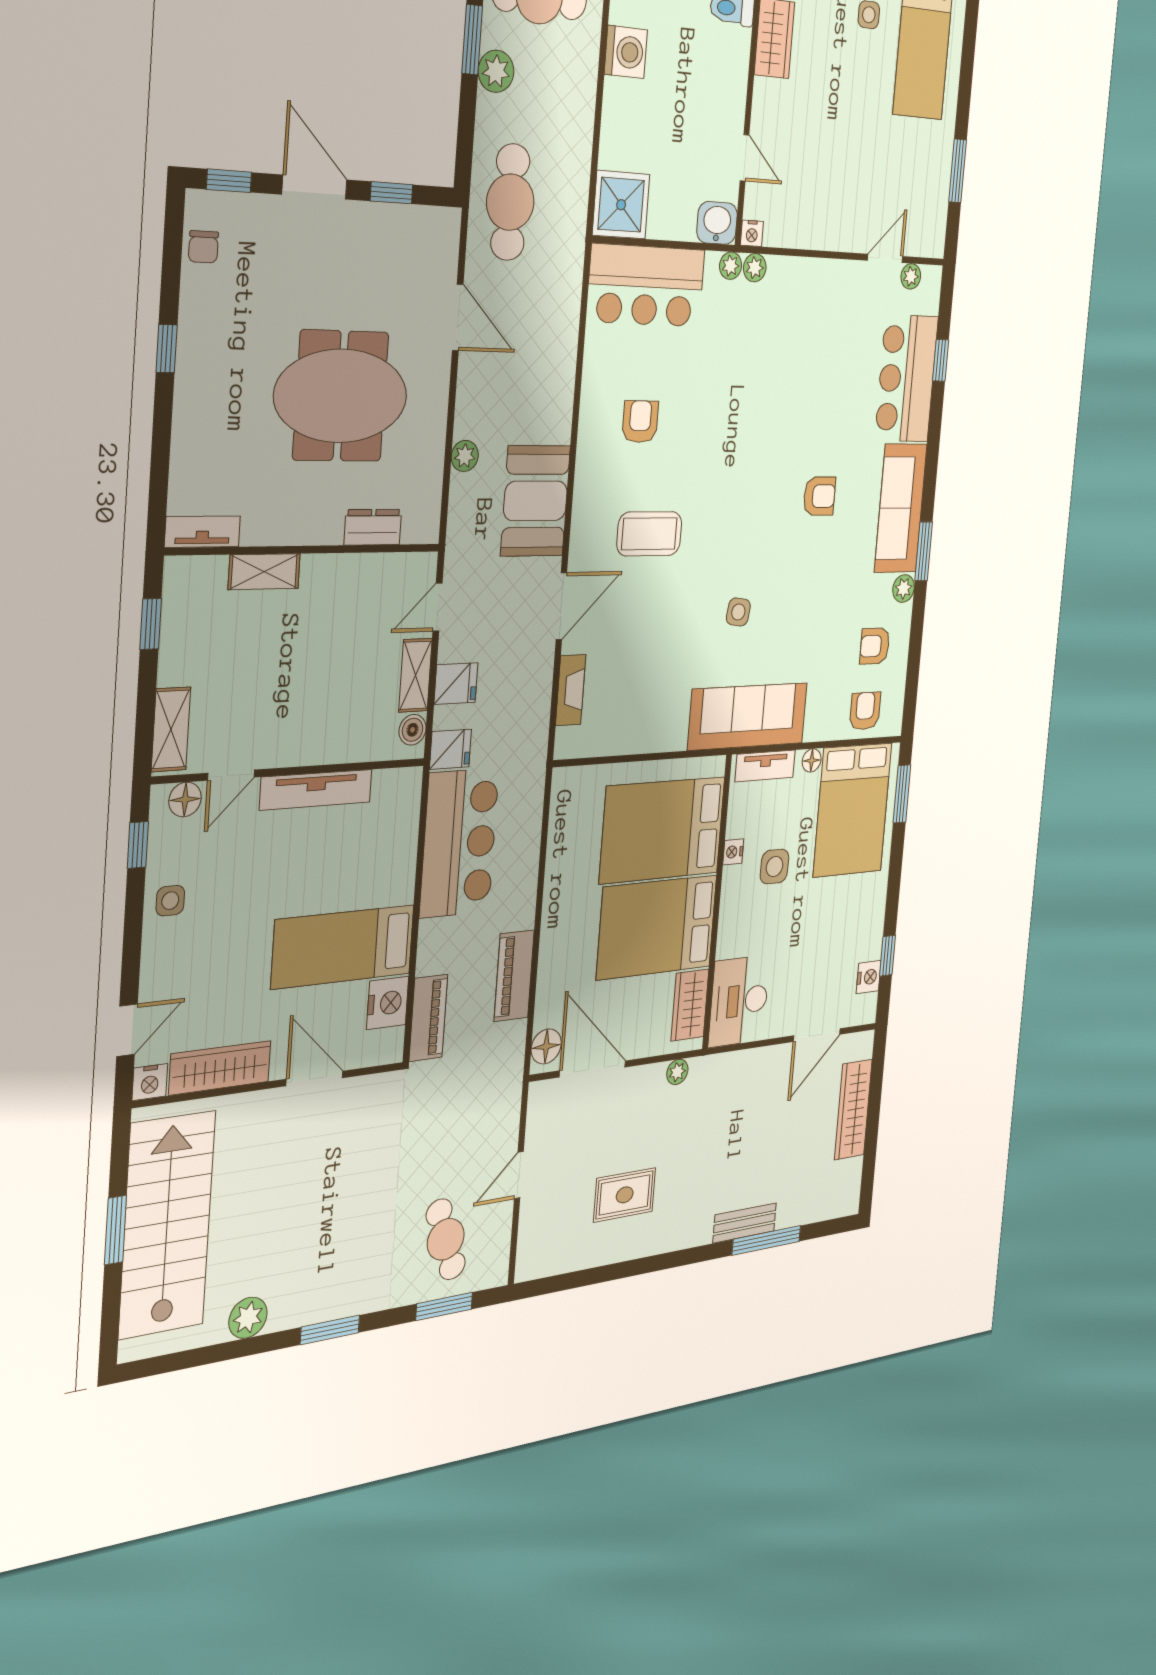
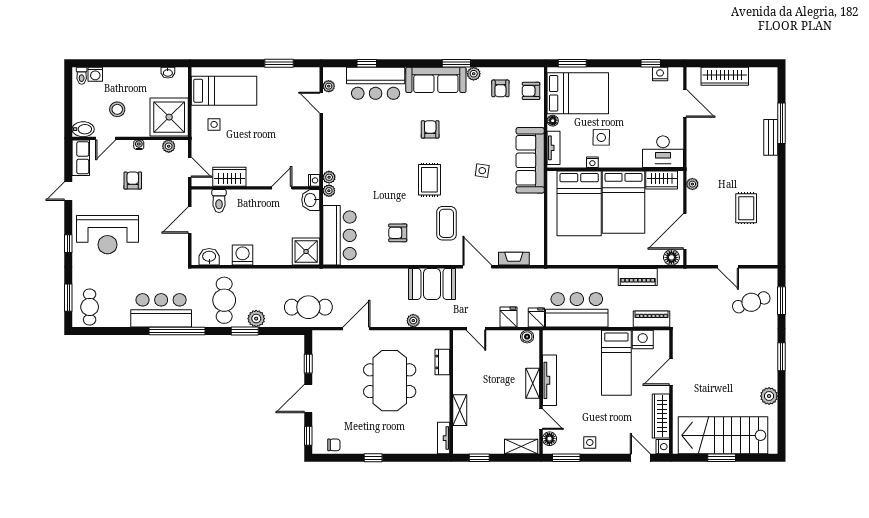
rug: (732, 495) -> (429, 180), added
shelving: (415, 675) -> (533, 383), moved, turned 90
window: (138, 845) -> (566, 458), width x1.50

